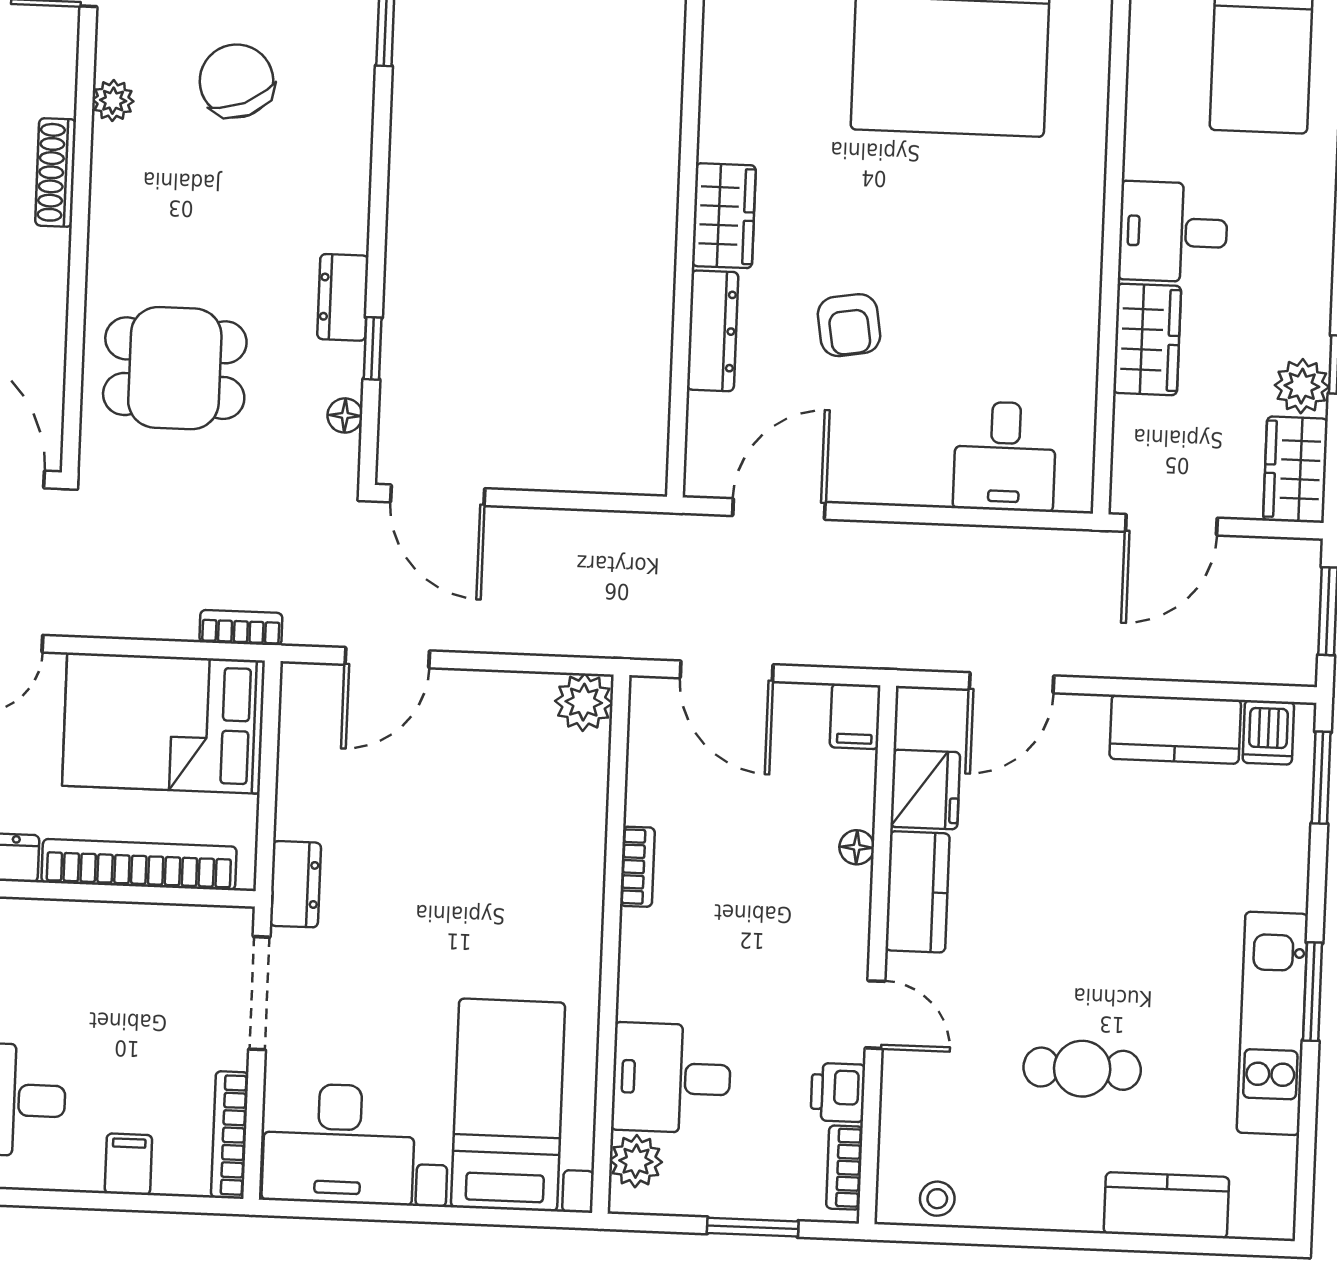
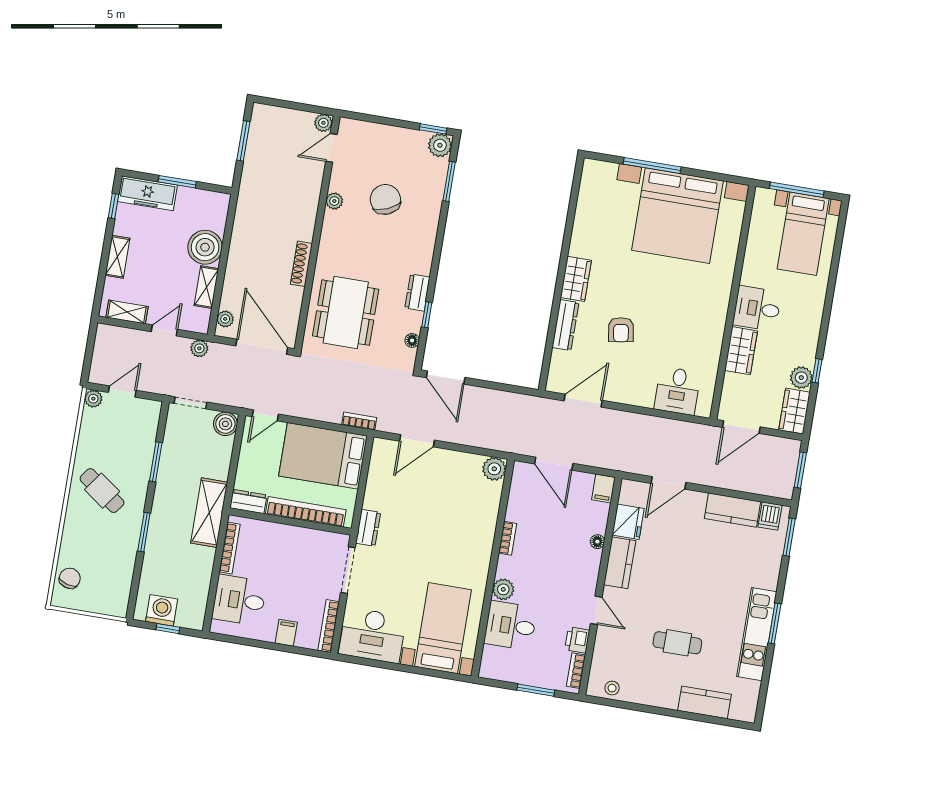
shoe rack: (56, 172) -> (301, 264), moved
dining table: (175, 368) -> (346, 313), width x1.37
plant: (636, 1161) -> (503, 589), moved

